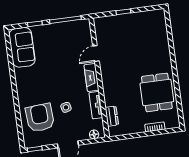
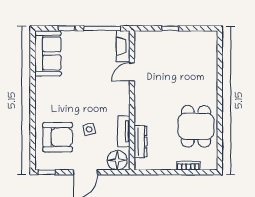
fireplace: (91, 78) -> (123, 46), moved
dresser: (112, 116) -> (140, 142), width x1.44
armchair: (40, 118) -> (58, 137), turned 94
floor lamp: (94, 134) -> (117, 160), width x1.89, depth x1.89

